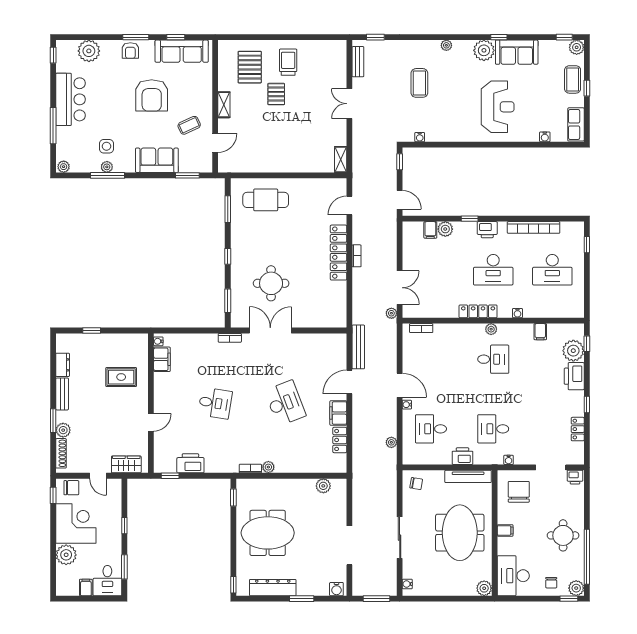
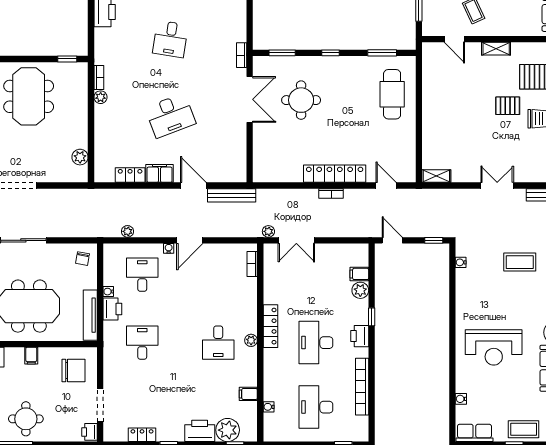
door: (400, 200) -> (392, 240), swing flipped
water cooler: (517, 313) -> (269, 407), moved
water cooler: (509, 460) -> (108, 292), moved

